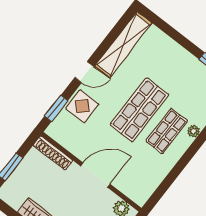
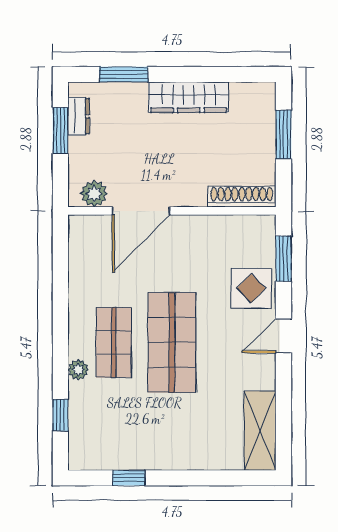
shelving: (123, 45) -> (260, 431), width x0.68
door: (95, 175) -> (141, 211), moved

